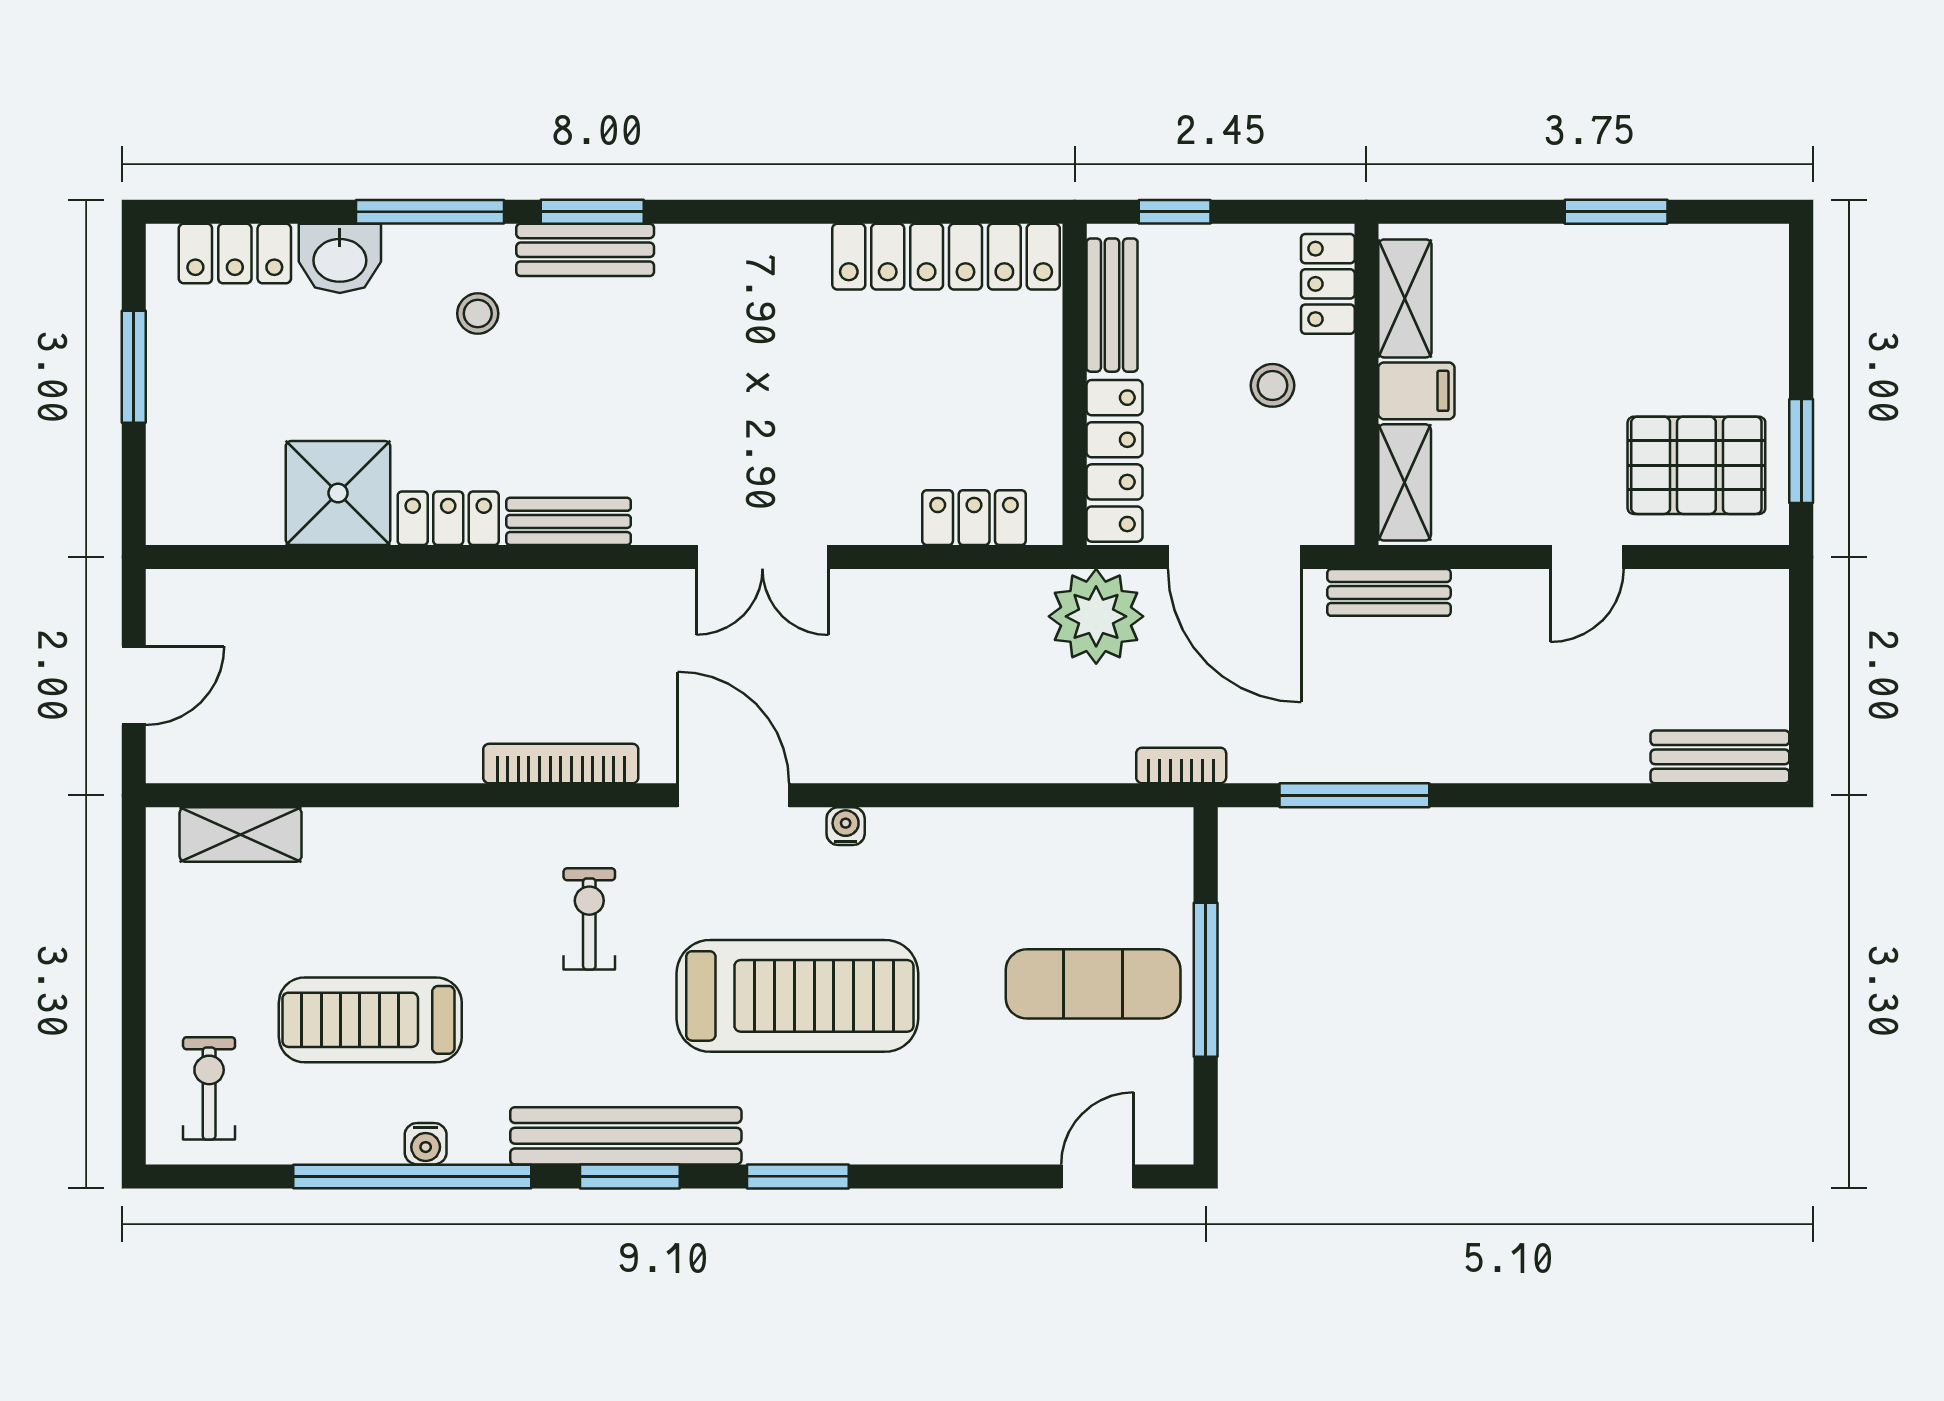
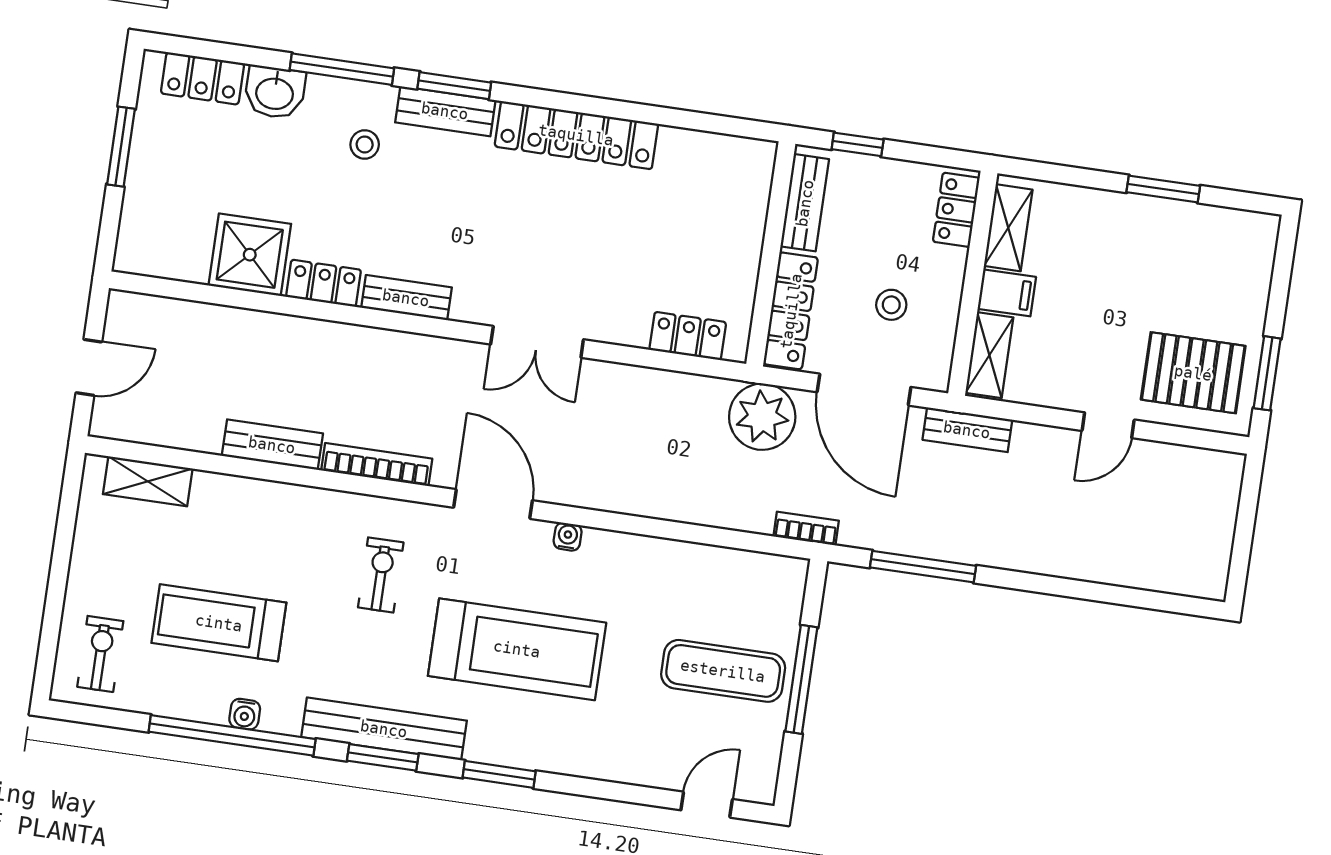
locker: (946, 257) -> (576, 135), moved
stool: (1272, 385) -> (891, 305), moved
bench: (1720, 757) -> (272, 445), moved

